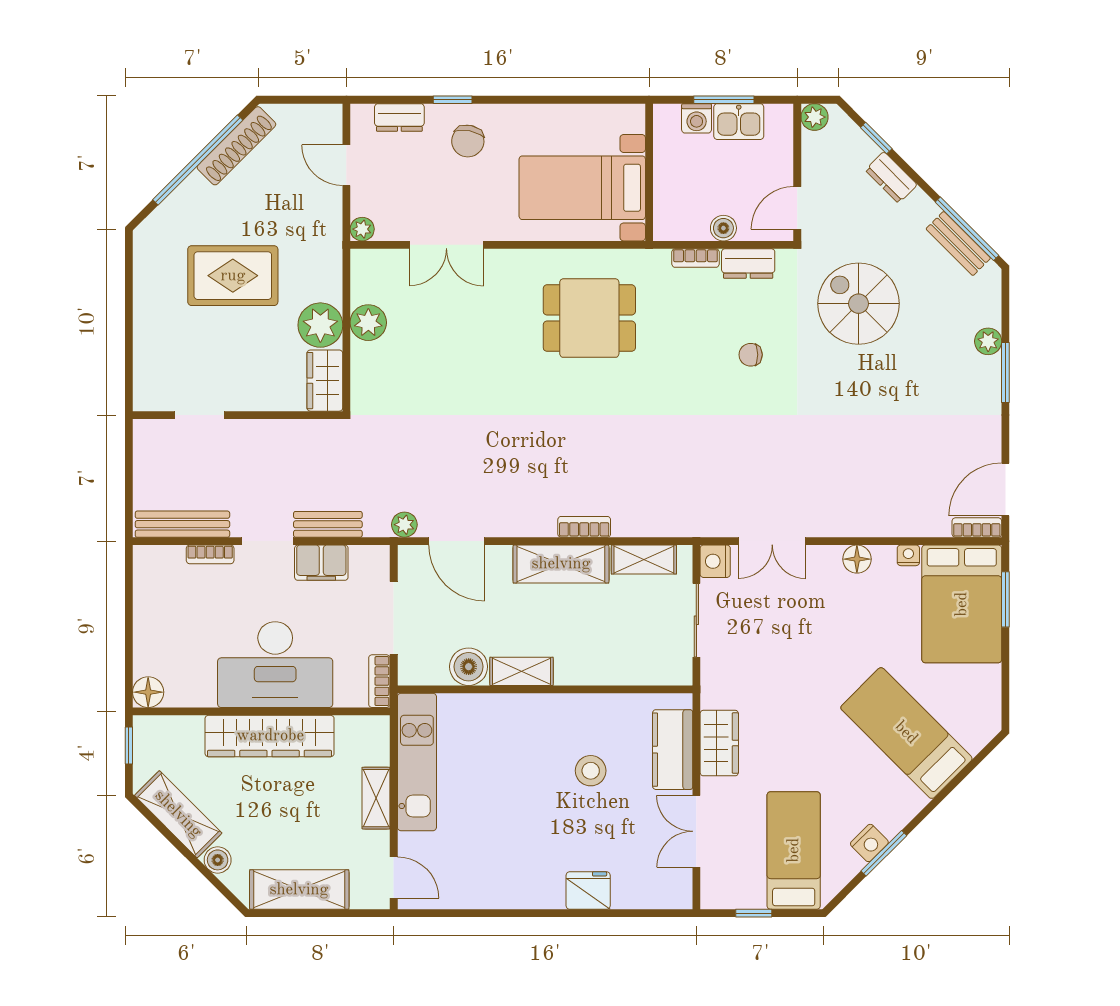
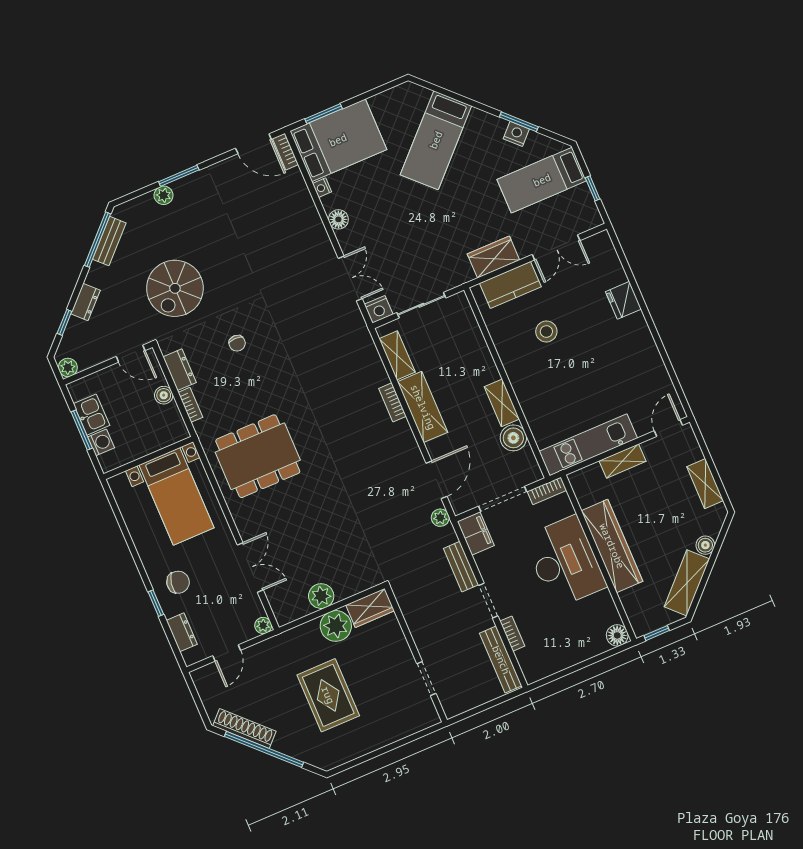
dining table: (589, 318) -> (258, 456), width x1.38
filing cabinet: (321, 563) -> (476, 534), moved
shelving: (299, 890) -> (705, 484), width x0.67, depth x0.75

